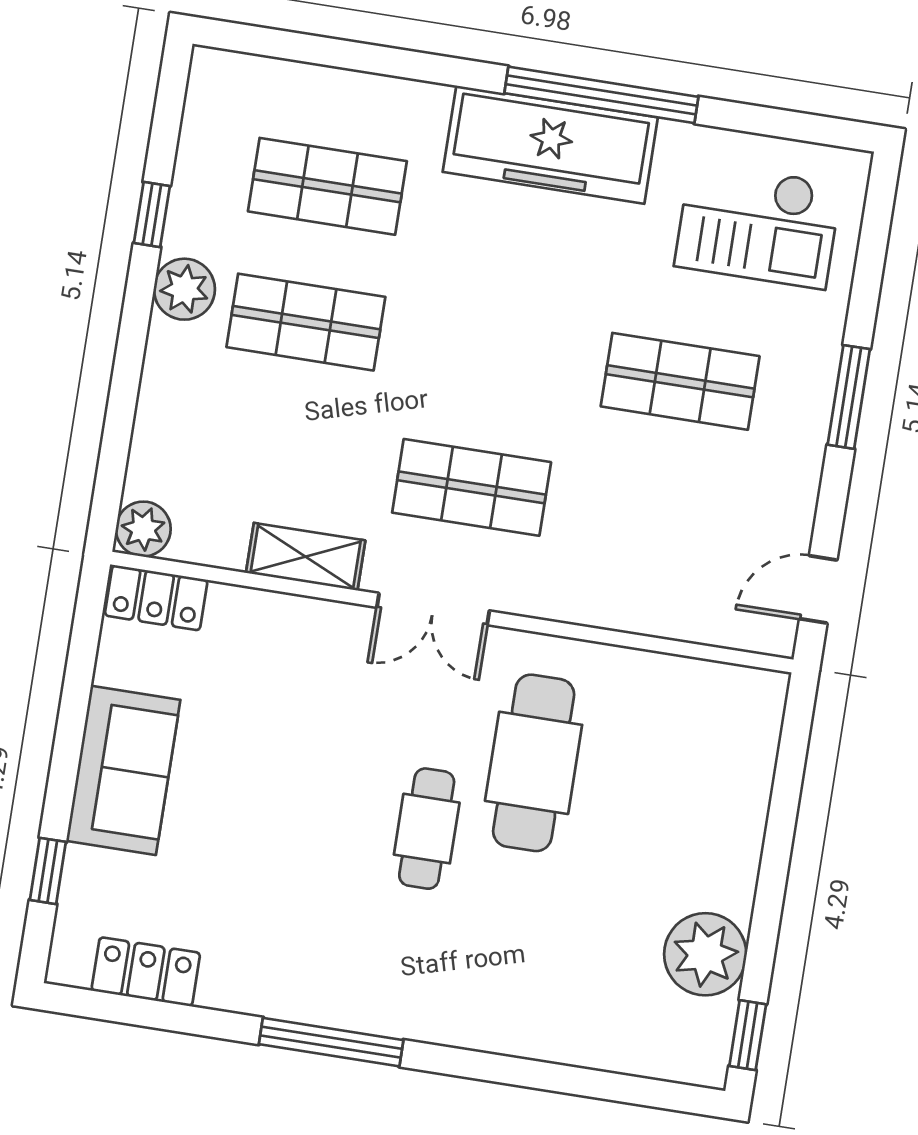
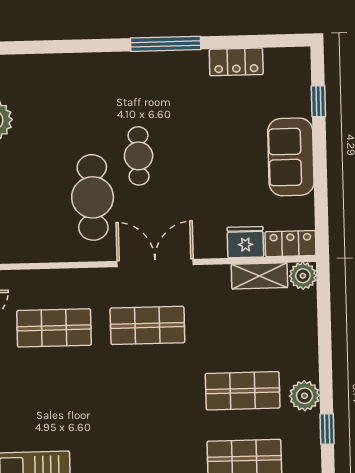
shop shelf: (680, 381) -> (54, 328), moved
shelving: (306, 557) -> (259, 276), moved
double door: (433, 609) -> (155, 263), width x1.37
fridge: (245, 617) -> (245, 242), added
locker: (146, 972) -> (236, 62), moved

